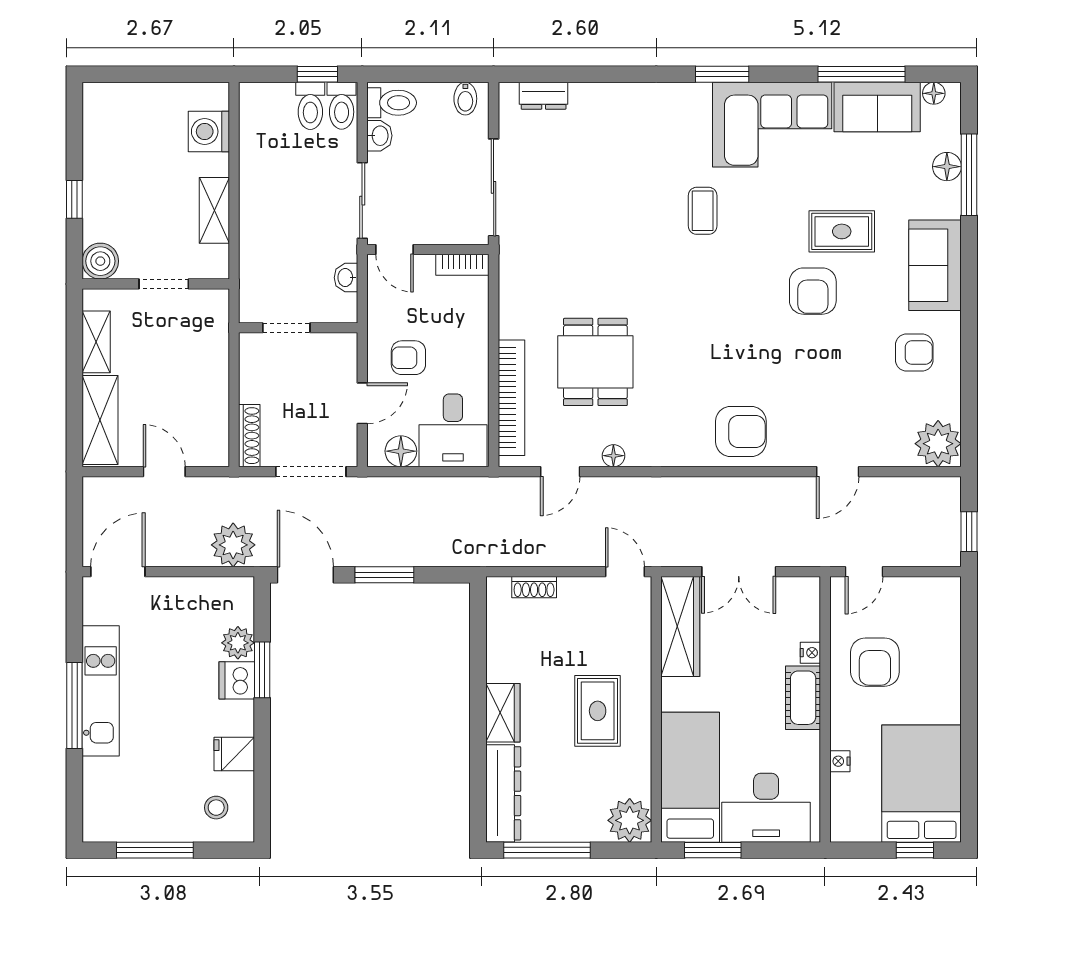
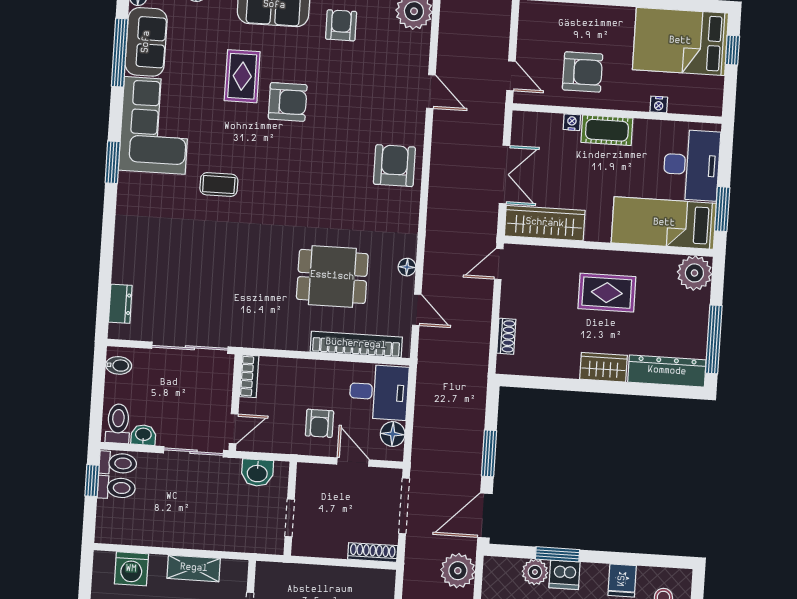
washbasin: (346, 278) -> (257, 473), width x1.38, depth x1.45

